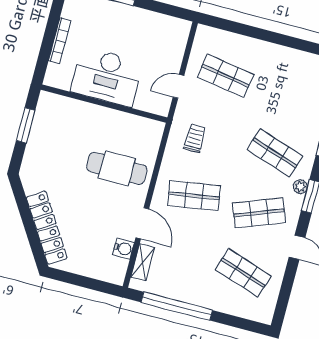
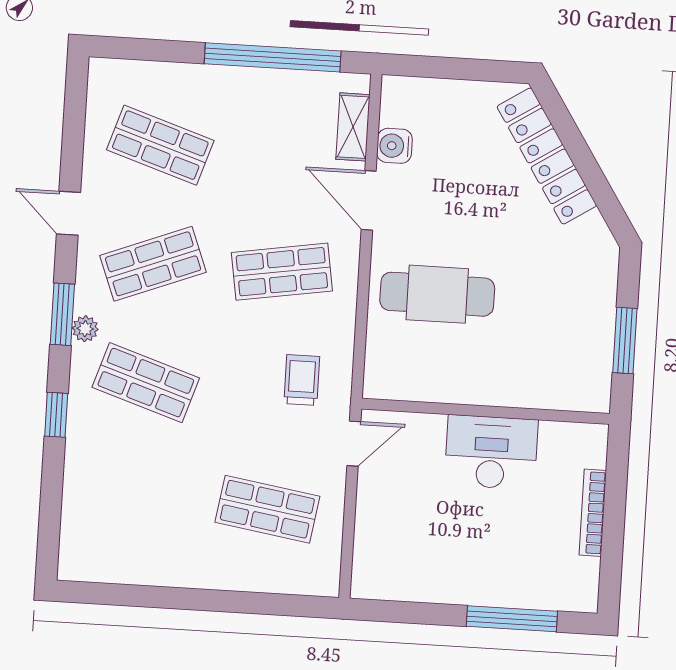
desk: (107, 77) -> (491, 452), width x0.73, depth x0.77
door: (178, 86) -> (354, 444), moved
trolley: (195, 138) -> (302, 380), turned 180

